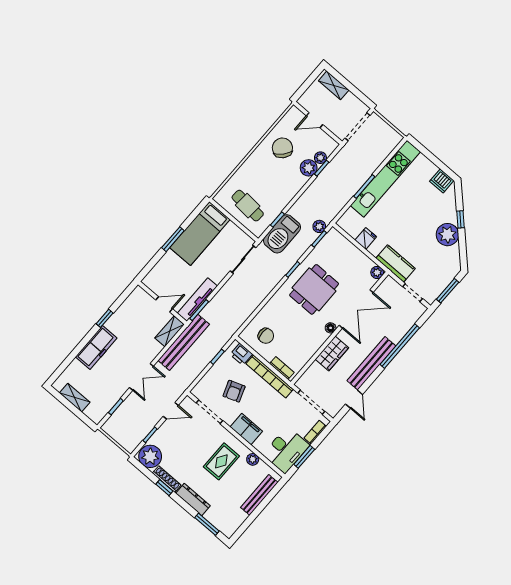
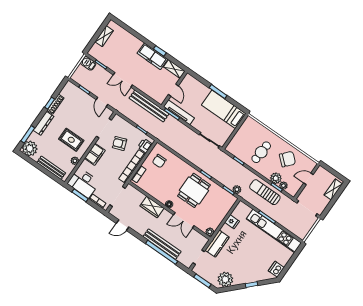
door: (315, 120) -> (308, 179), hinge flipped
sun lounger: (327, 186) -> (265, 192), added
cafe table: (248, 206) -> (261, 152), moved
barbecue: (282, 234) -> (88, 63), moved, width x0.53, depth x0.65
plant: (447, 235) -> (225, 279), moved
dining table: (314, 289) -> (194, 190), turned 90
double door: (356, 309) -> (184, 220), width x0.73
shelving: (170, 331) -> (174, 69), moved
freezer: (96, 347) -> (152, 56), moved
bench: (371, 363) -> (162, 244), moved
plant: (150, 456) -> (30, 148), moved

